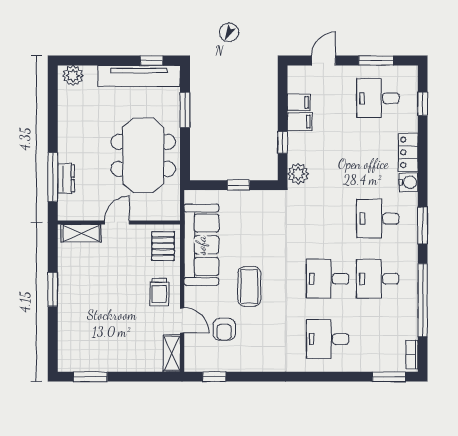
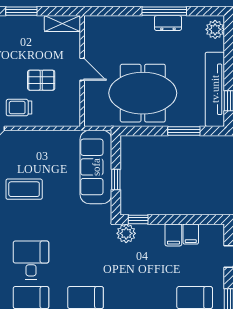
window: (283, 142) -> (138, 219), moved
window: (53, 177) -> (164, 11), moved
dresser: (66, 178) -> (168, 23), moved
shelving: (81, 233) -> (62, 24), moved, turned 90
sofa: (201, 245) -> (96, 167), moved, turned 90
pallet: (163, 246) -> (41, 80), moved

